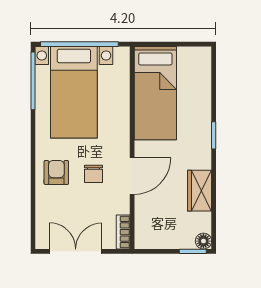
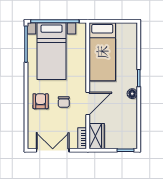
wardrobe: (200, 191) -> (97, 136), moved, turned 180
floor lamp: (203, 241) -> (132, 94), moved

